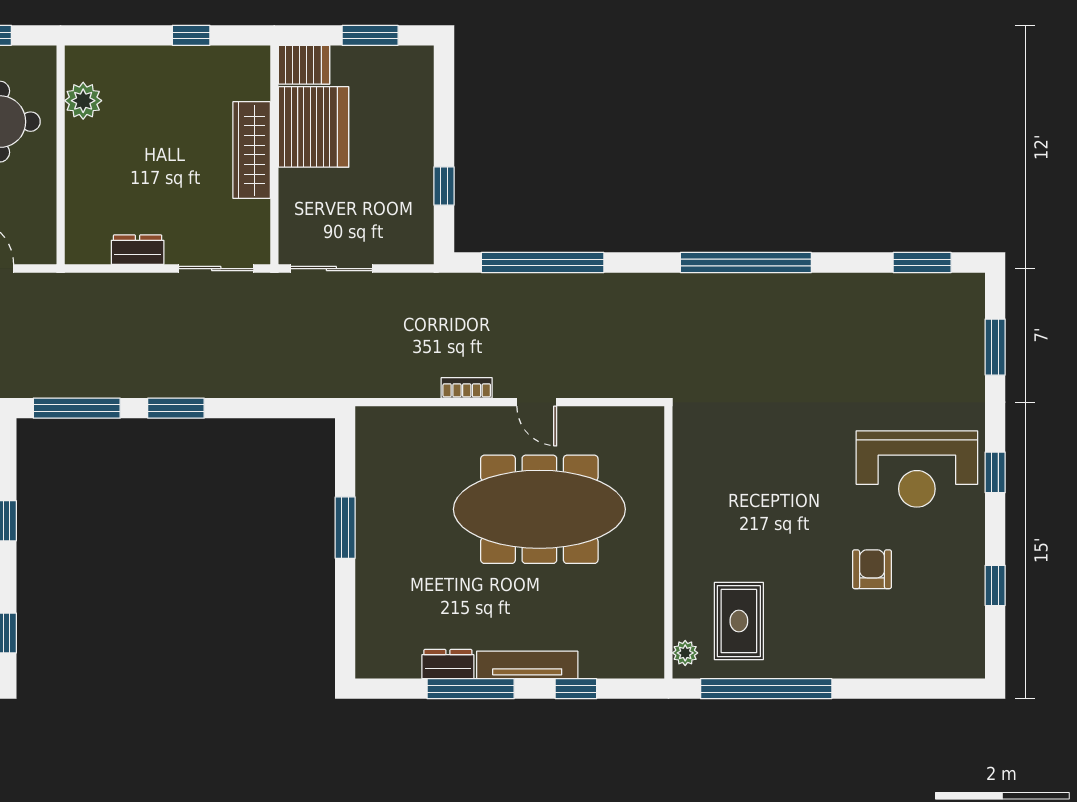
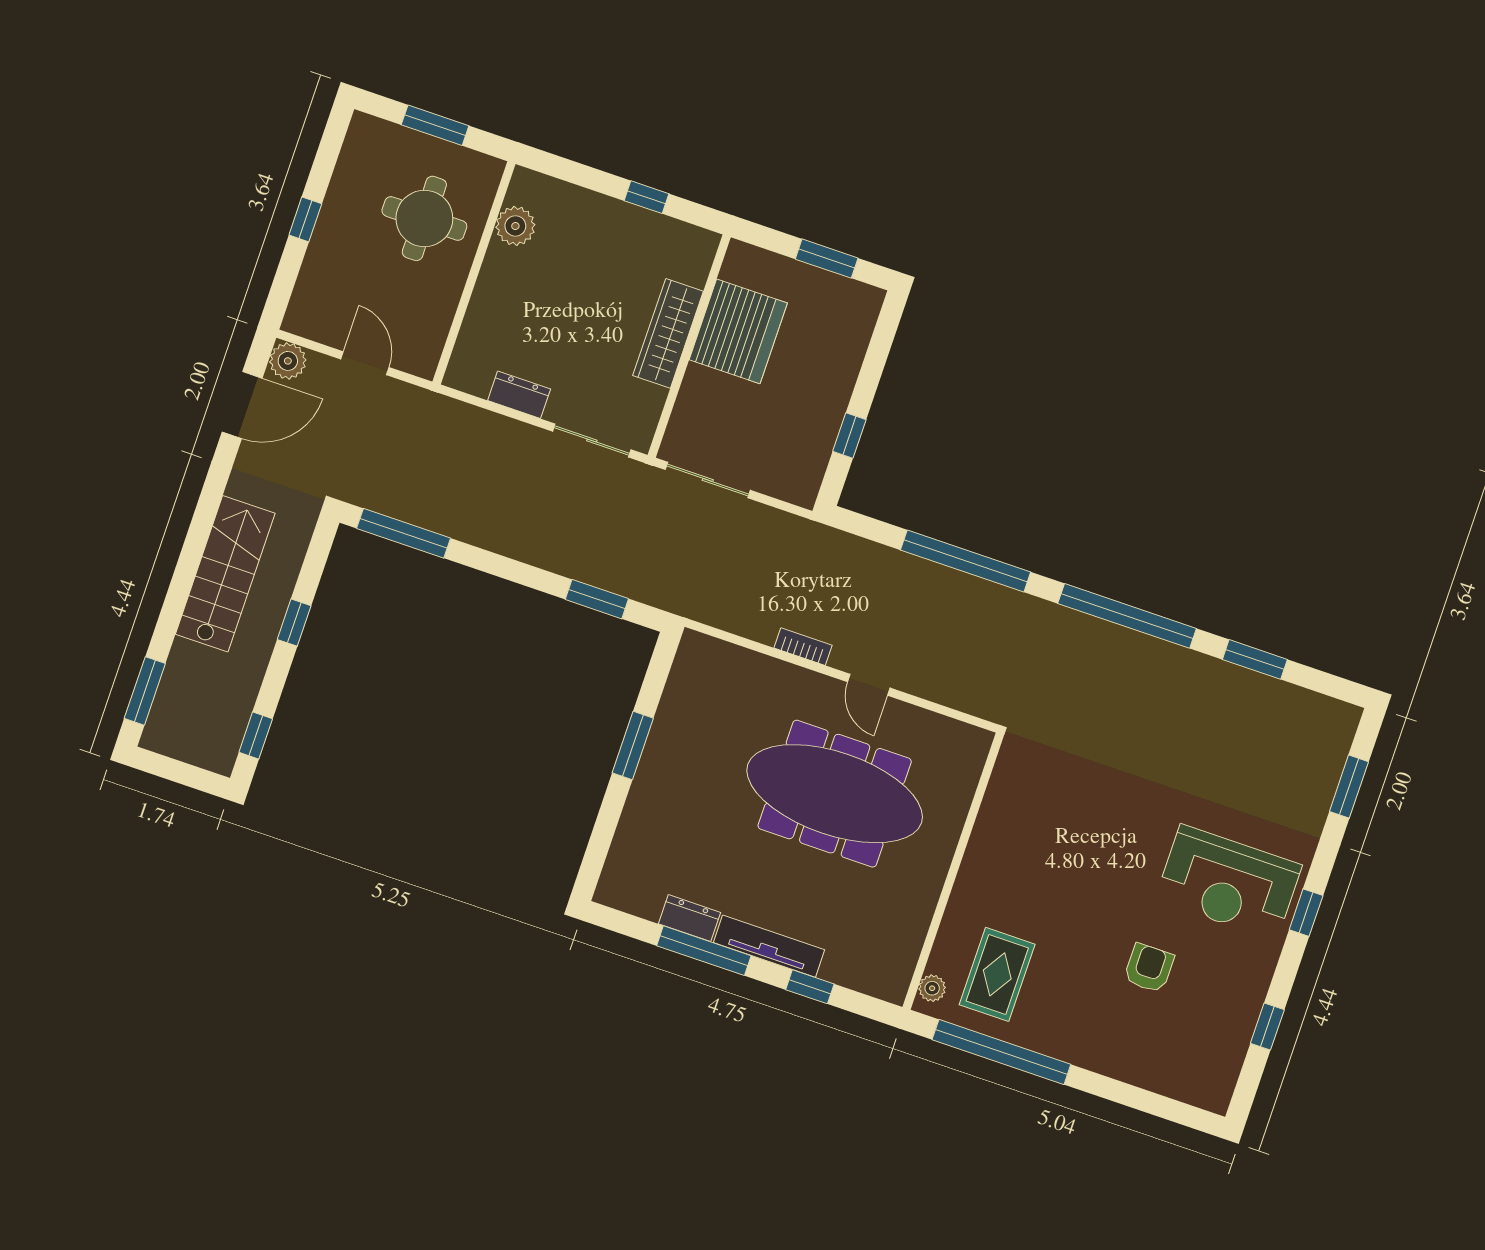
server rack: (304, 65) -> (750, 265), removed
window: (543, 262) -> (966, 561), moved
window: (922, 262) -> (1255, 659), moved
window: (176, 408) -> (597, 599), moved

